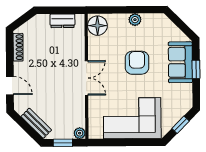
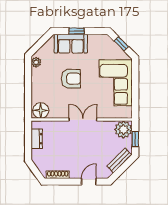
plant: (135, 20) -> (36, 62), moved
armchair: (137, 63) -> (71, 79), turned 180
plant: (80, 133) -> (123, 130), width x1.87, depth x1.87

